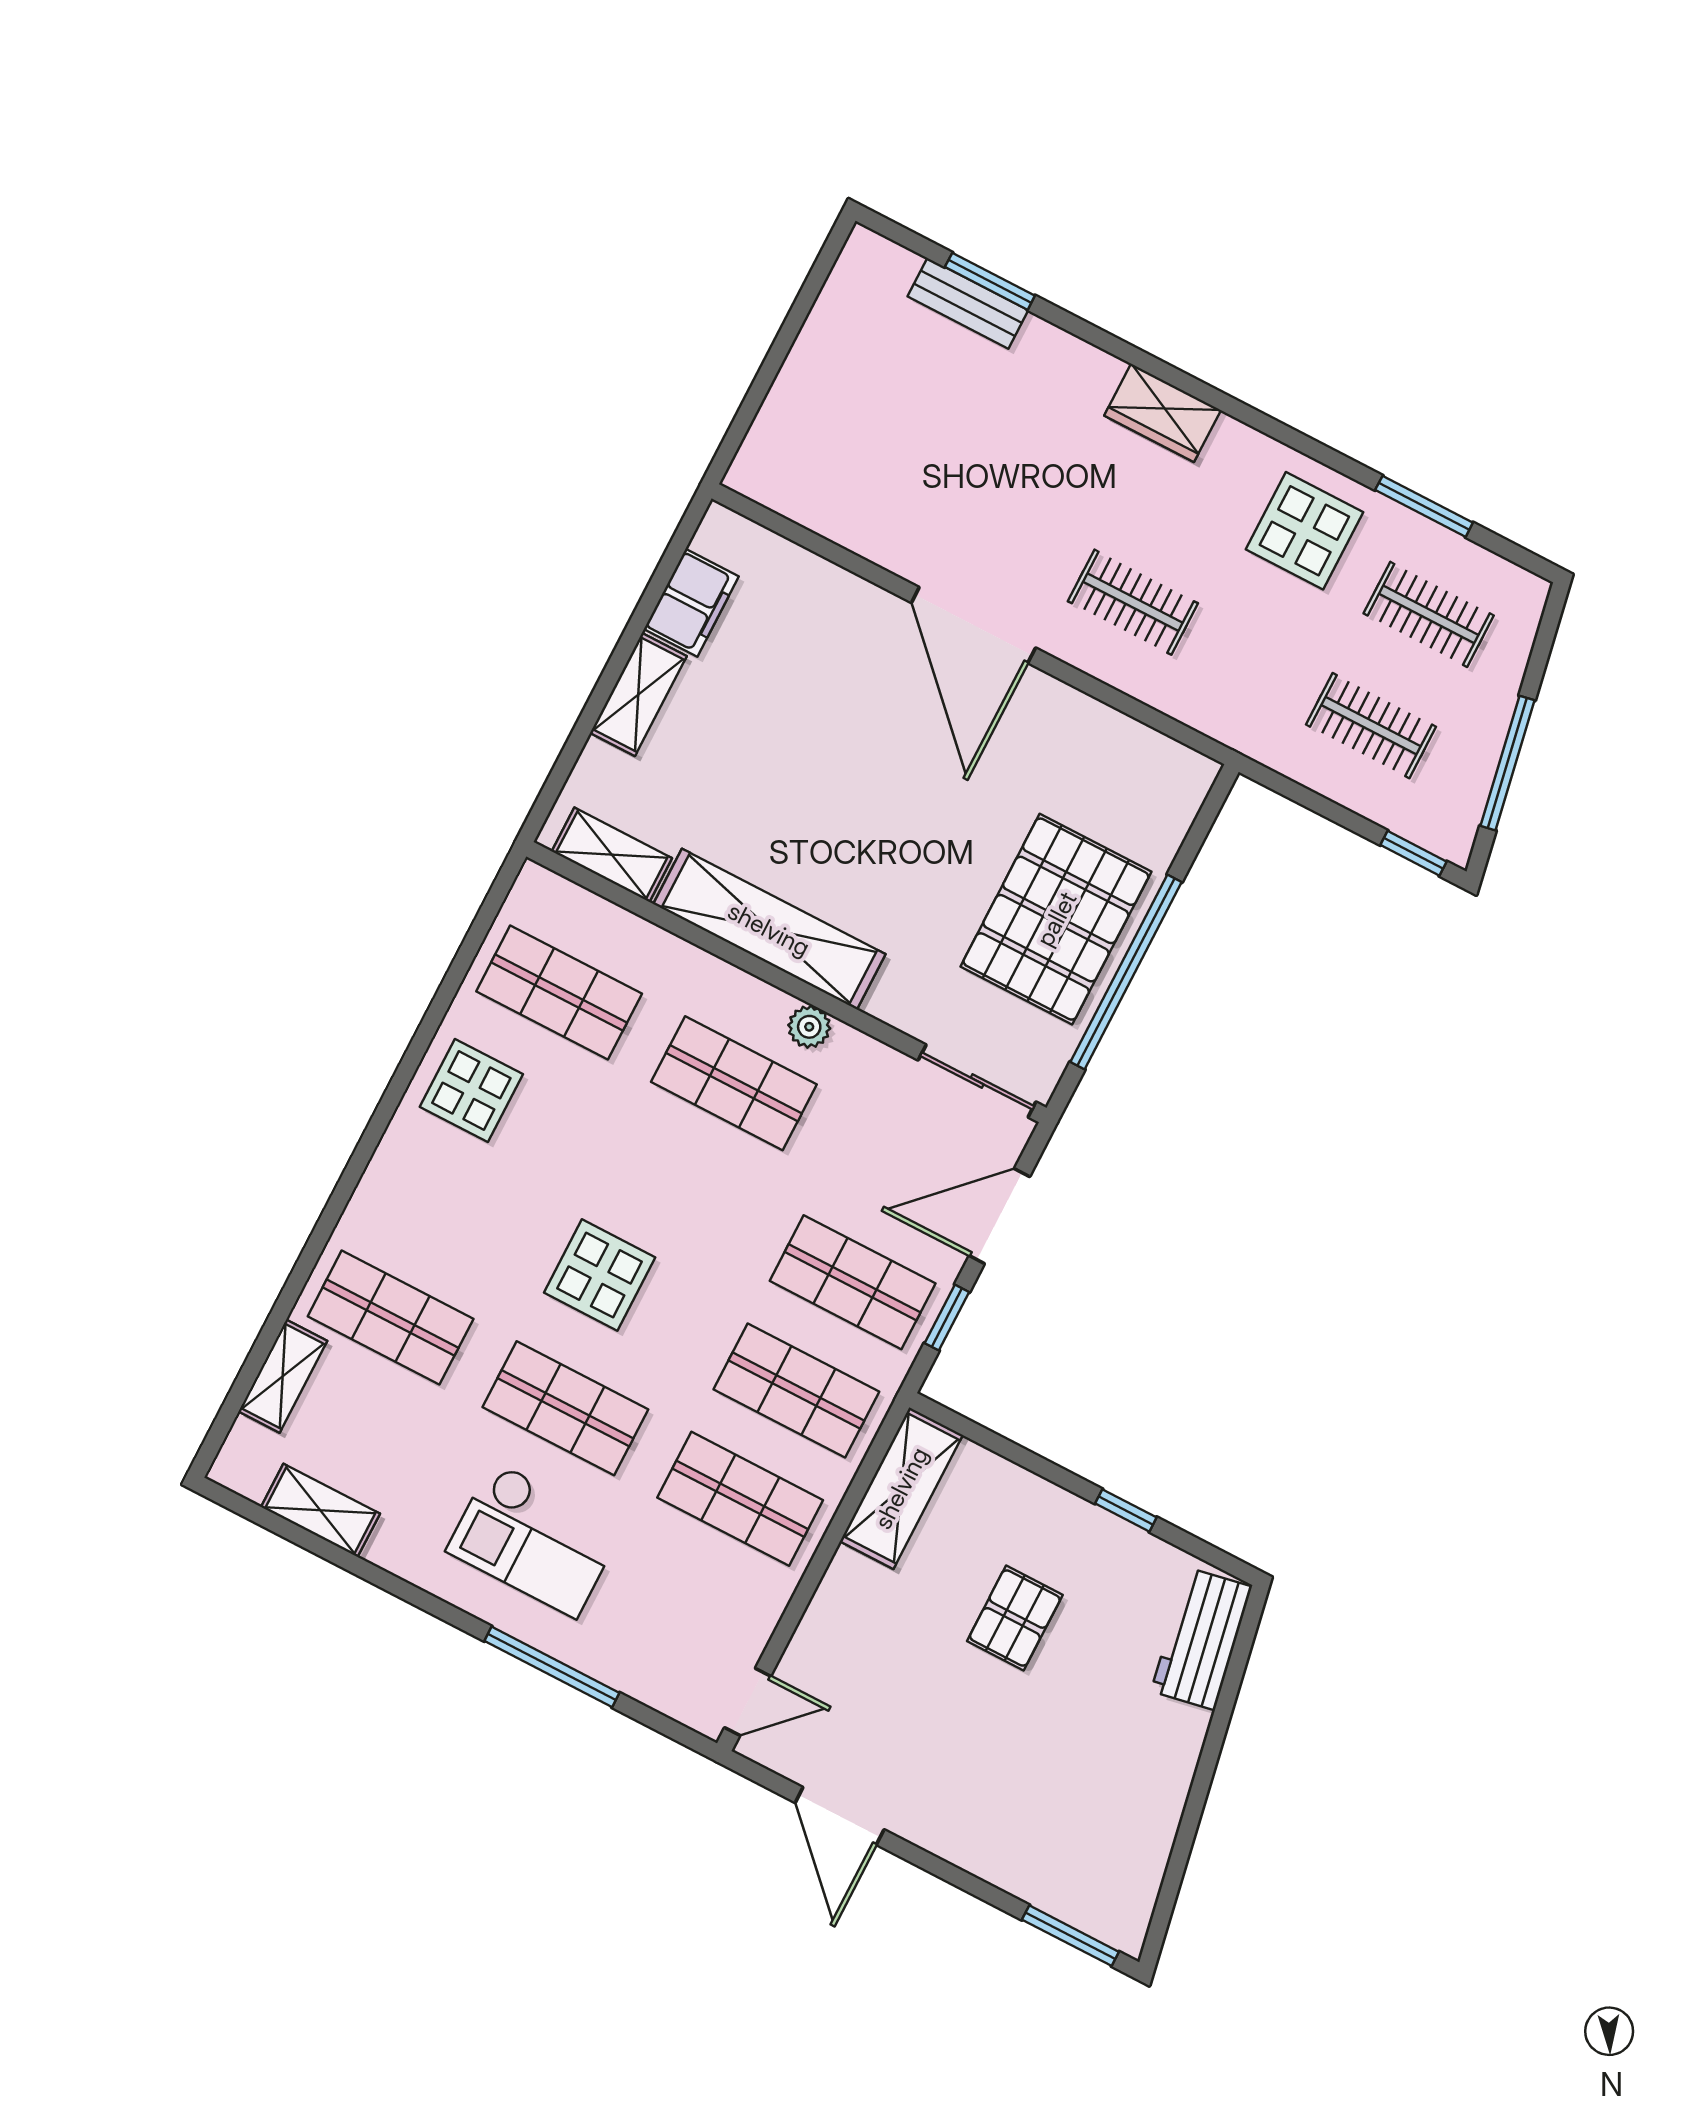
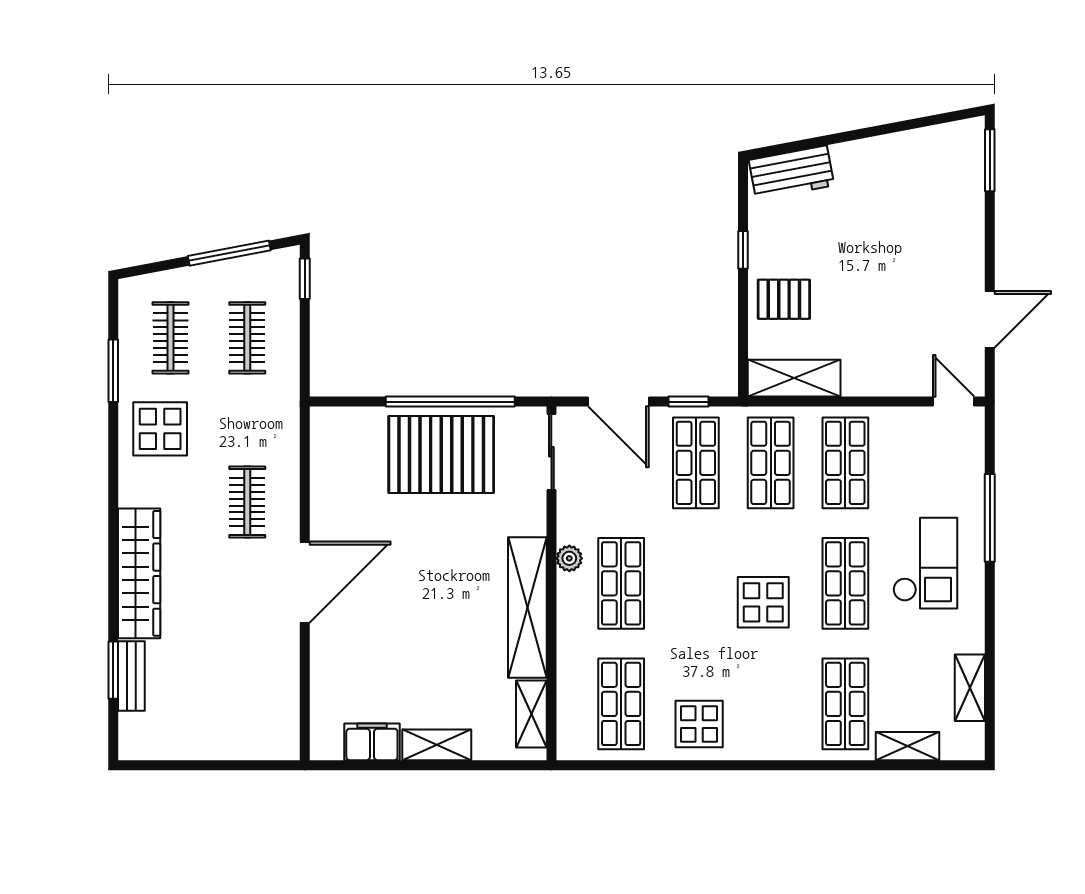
wardrobe: (1163, 413) -> (139, 573), width x2.10, depth x1.17
pallet: (1015, 1618) -> (784, 299), moved

